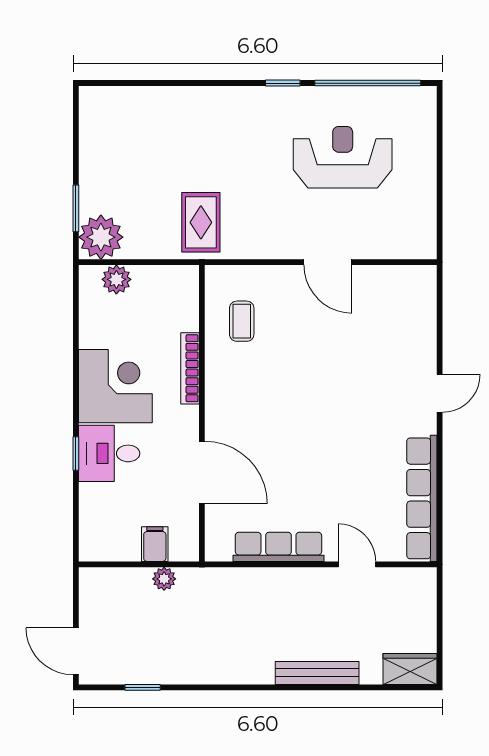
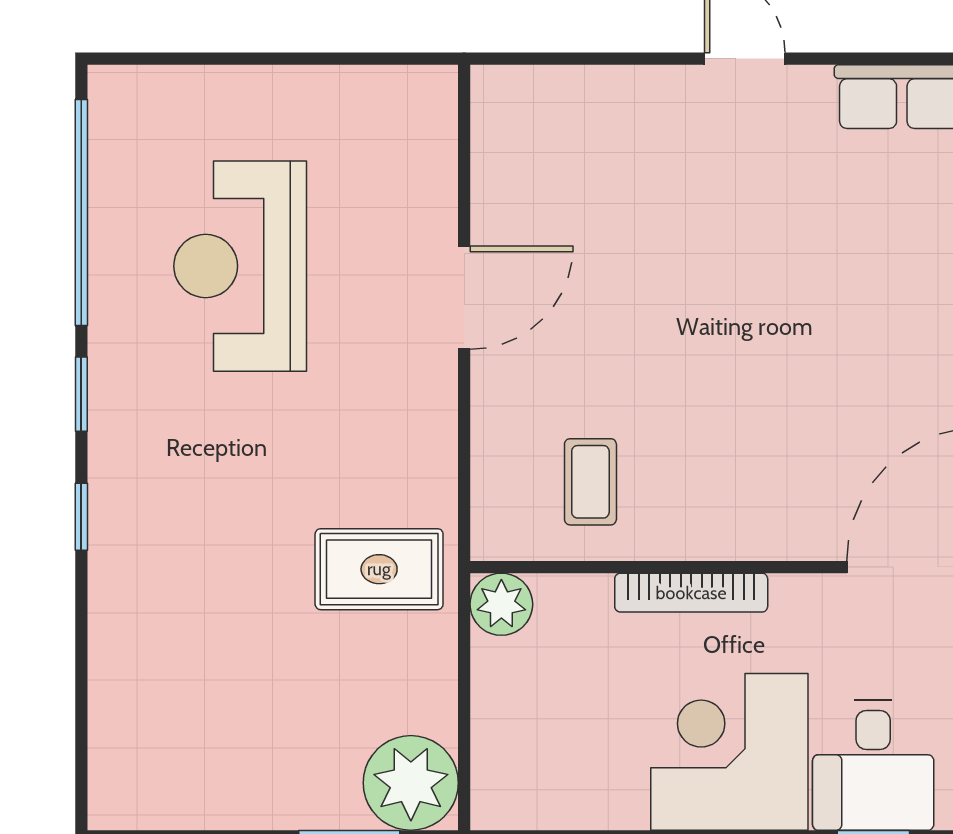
window: (225, 83) -> (81, 517), added
plant: (116, 279) -> (501, 604), moved
coffee table: (242, 321) -> (590, 482), turned 90

